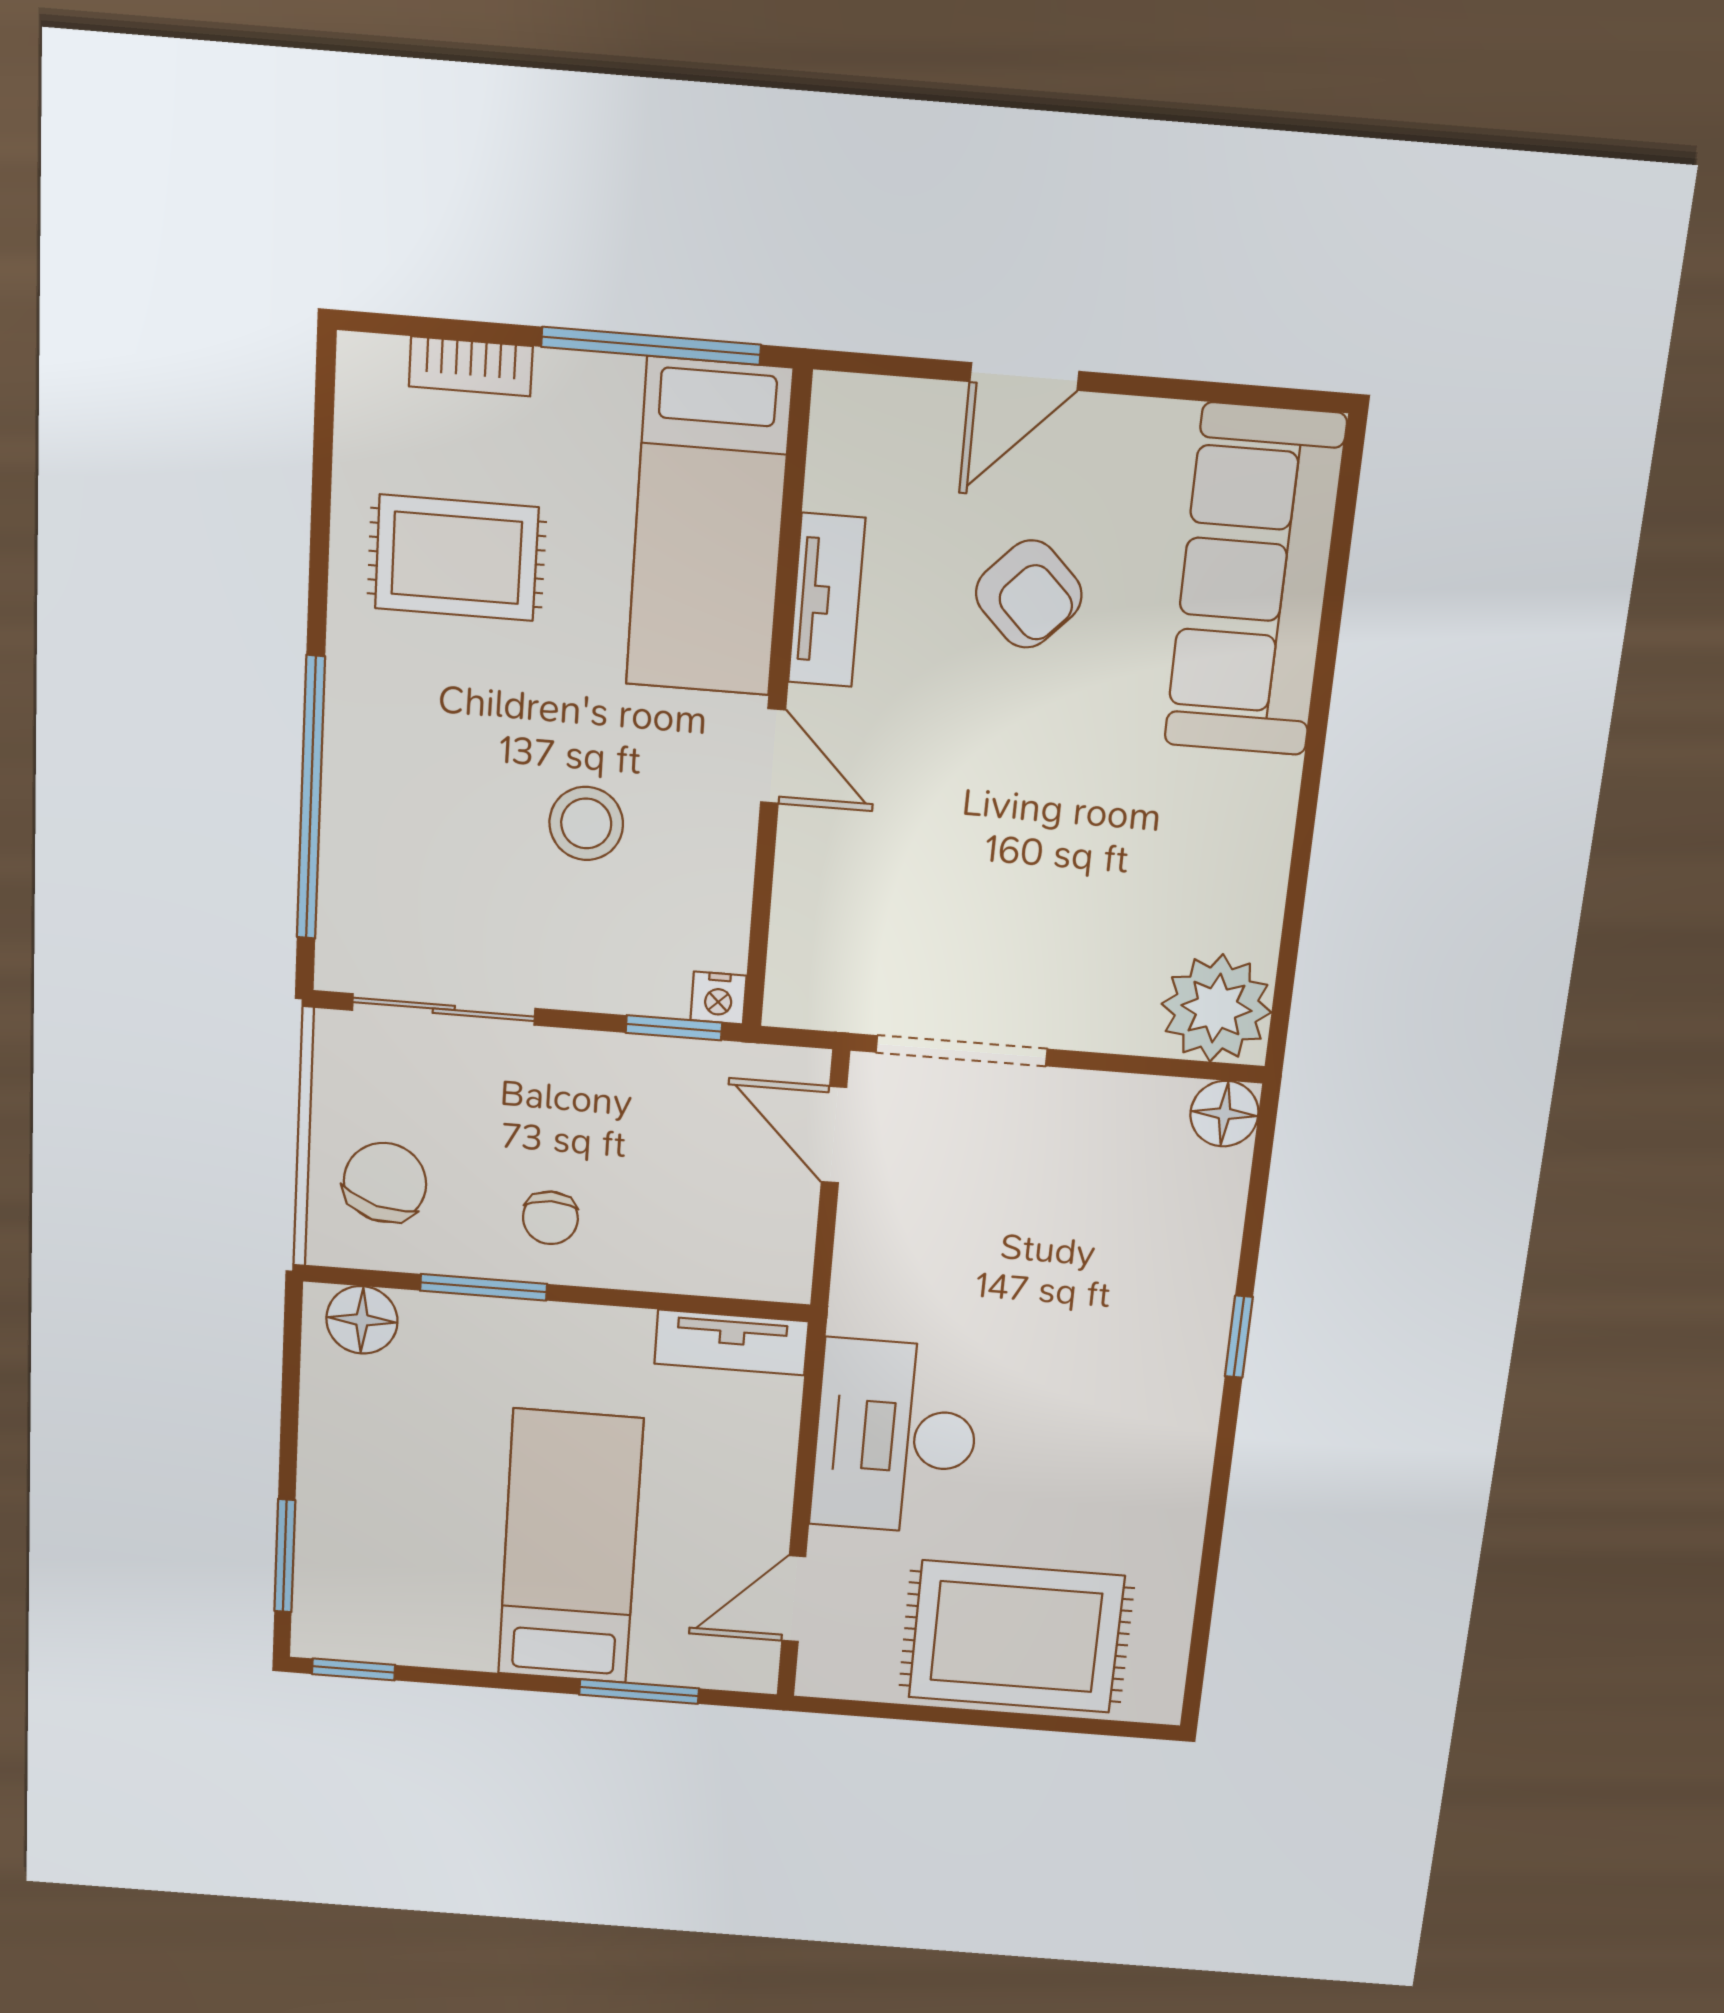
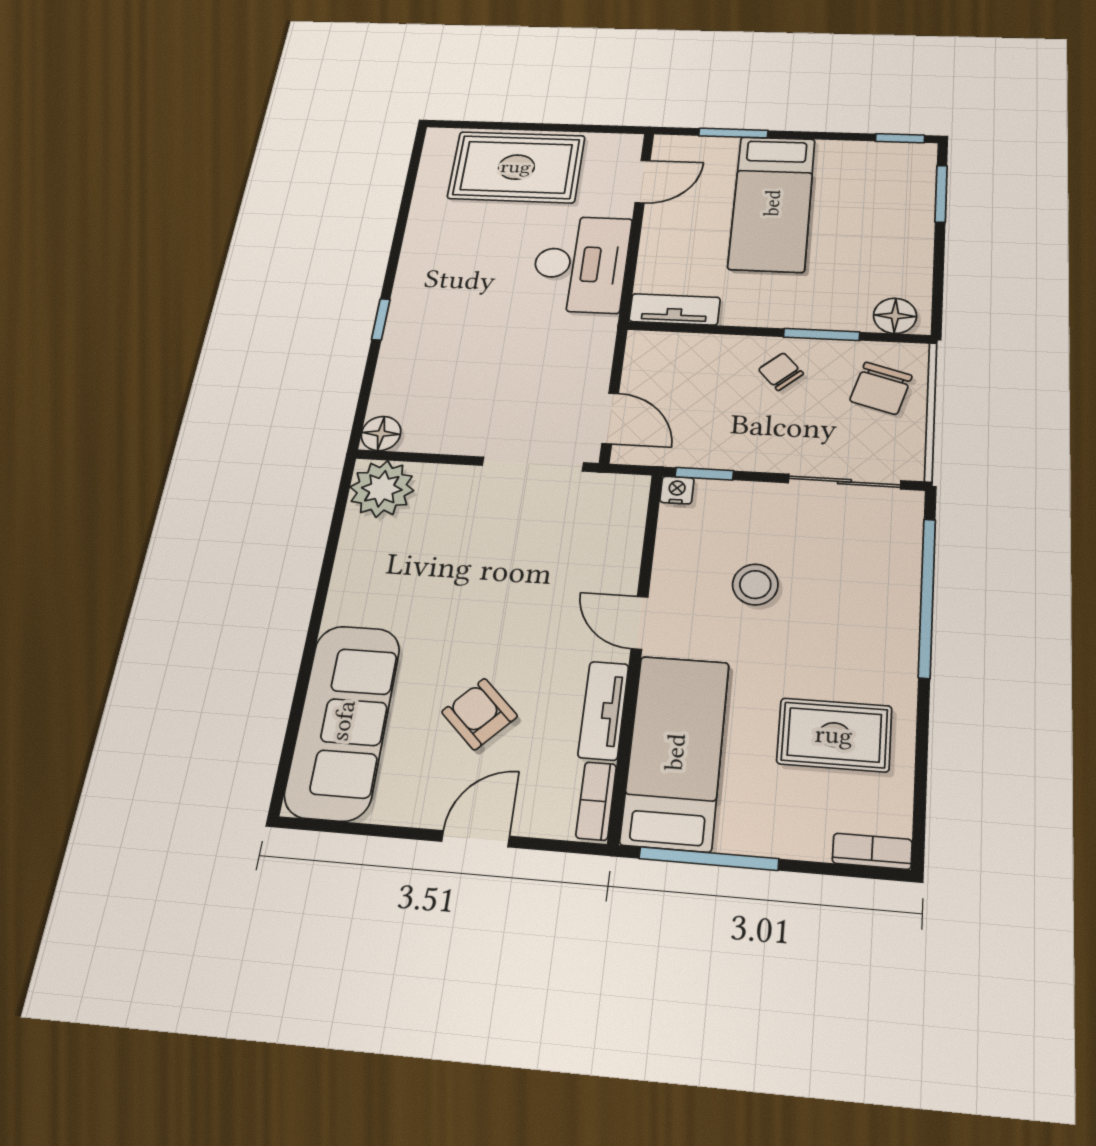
bookcase: (471, 366) -> (872, 851), moved
bookcase: (833, 443) -> (596, 801), added
chair: (550, 1218) -> (781, 372), turned -42

